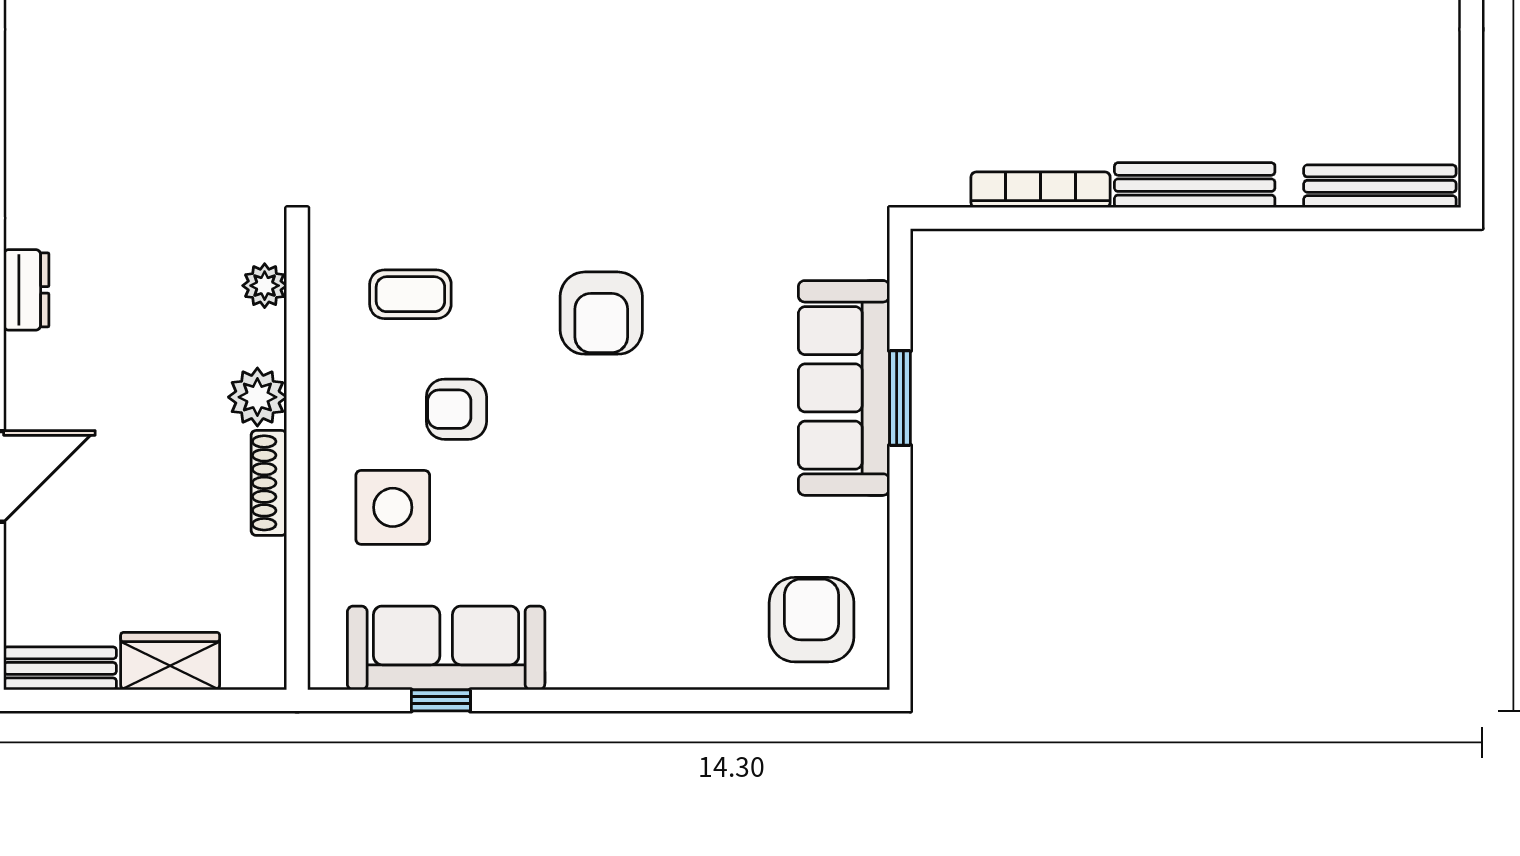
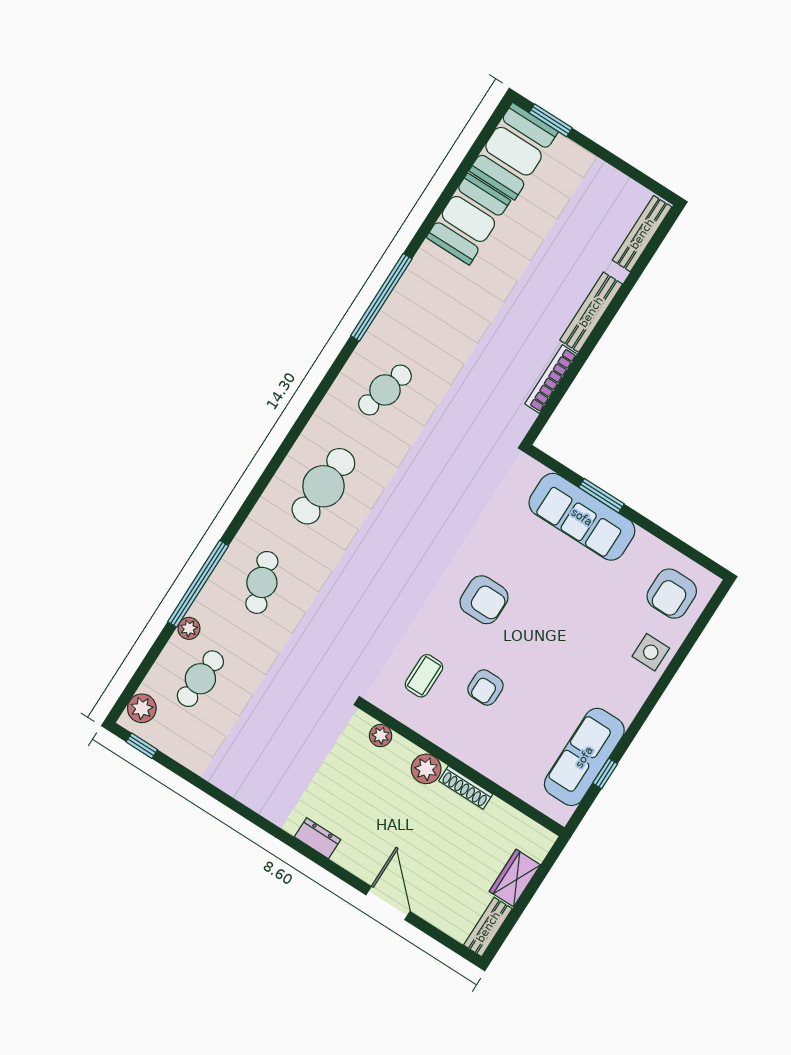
side table: (393, 507) -> (651, 652), moved, width x0.73, depth x0.73
armchair: (812, 620) -> (672, 594), turned -90

